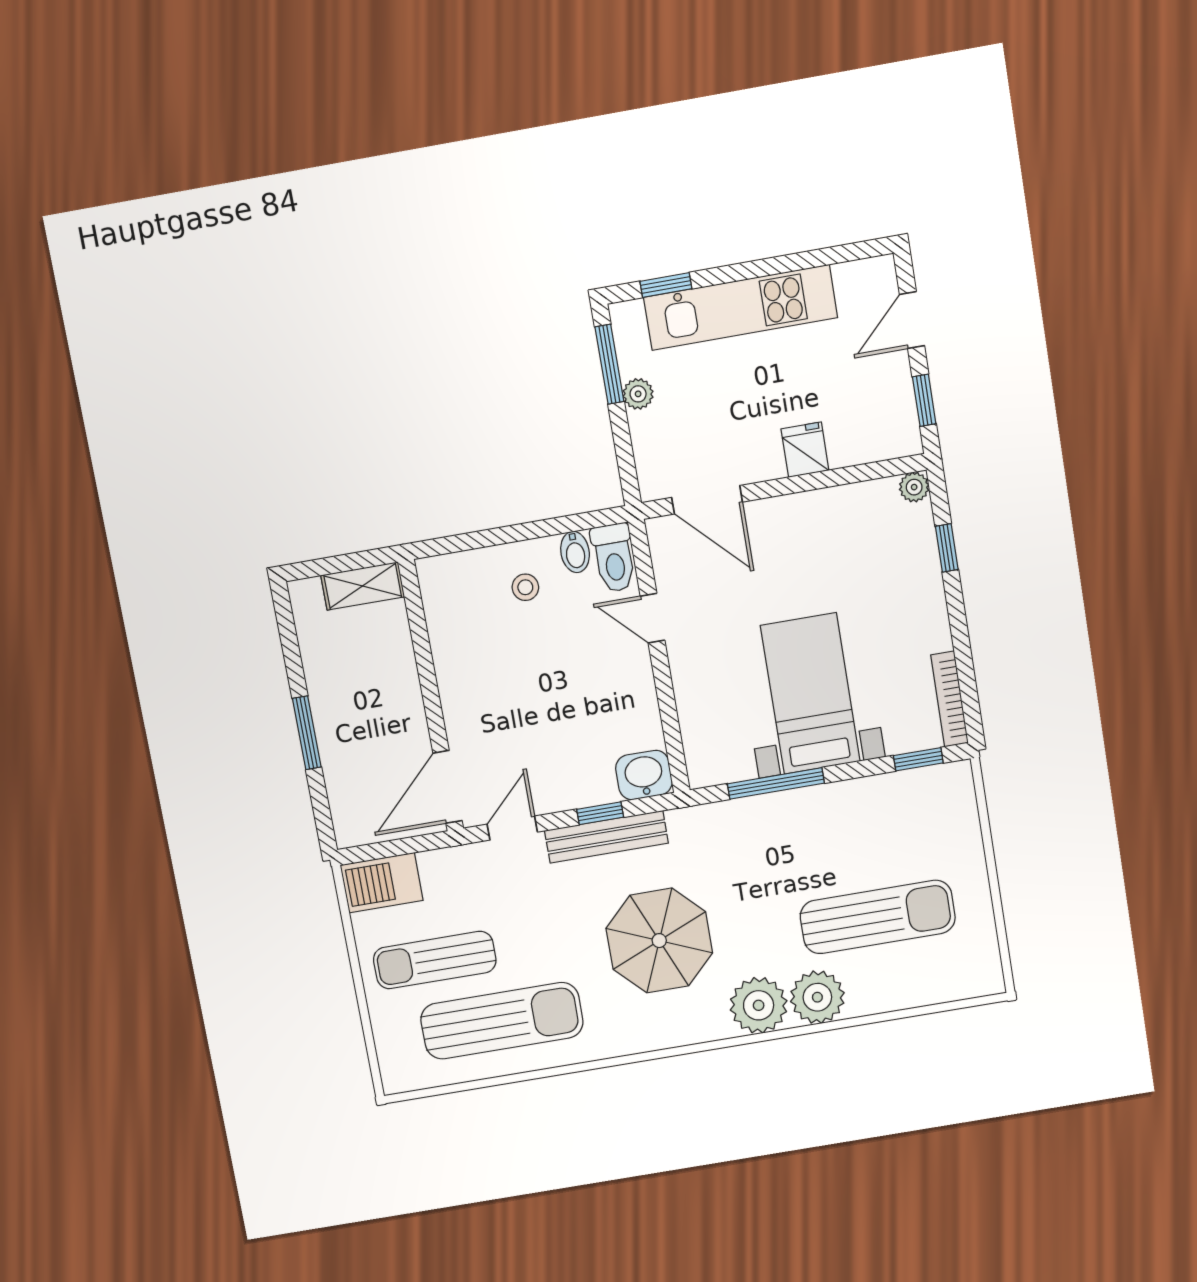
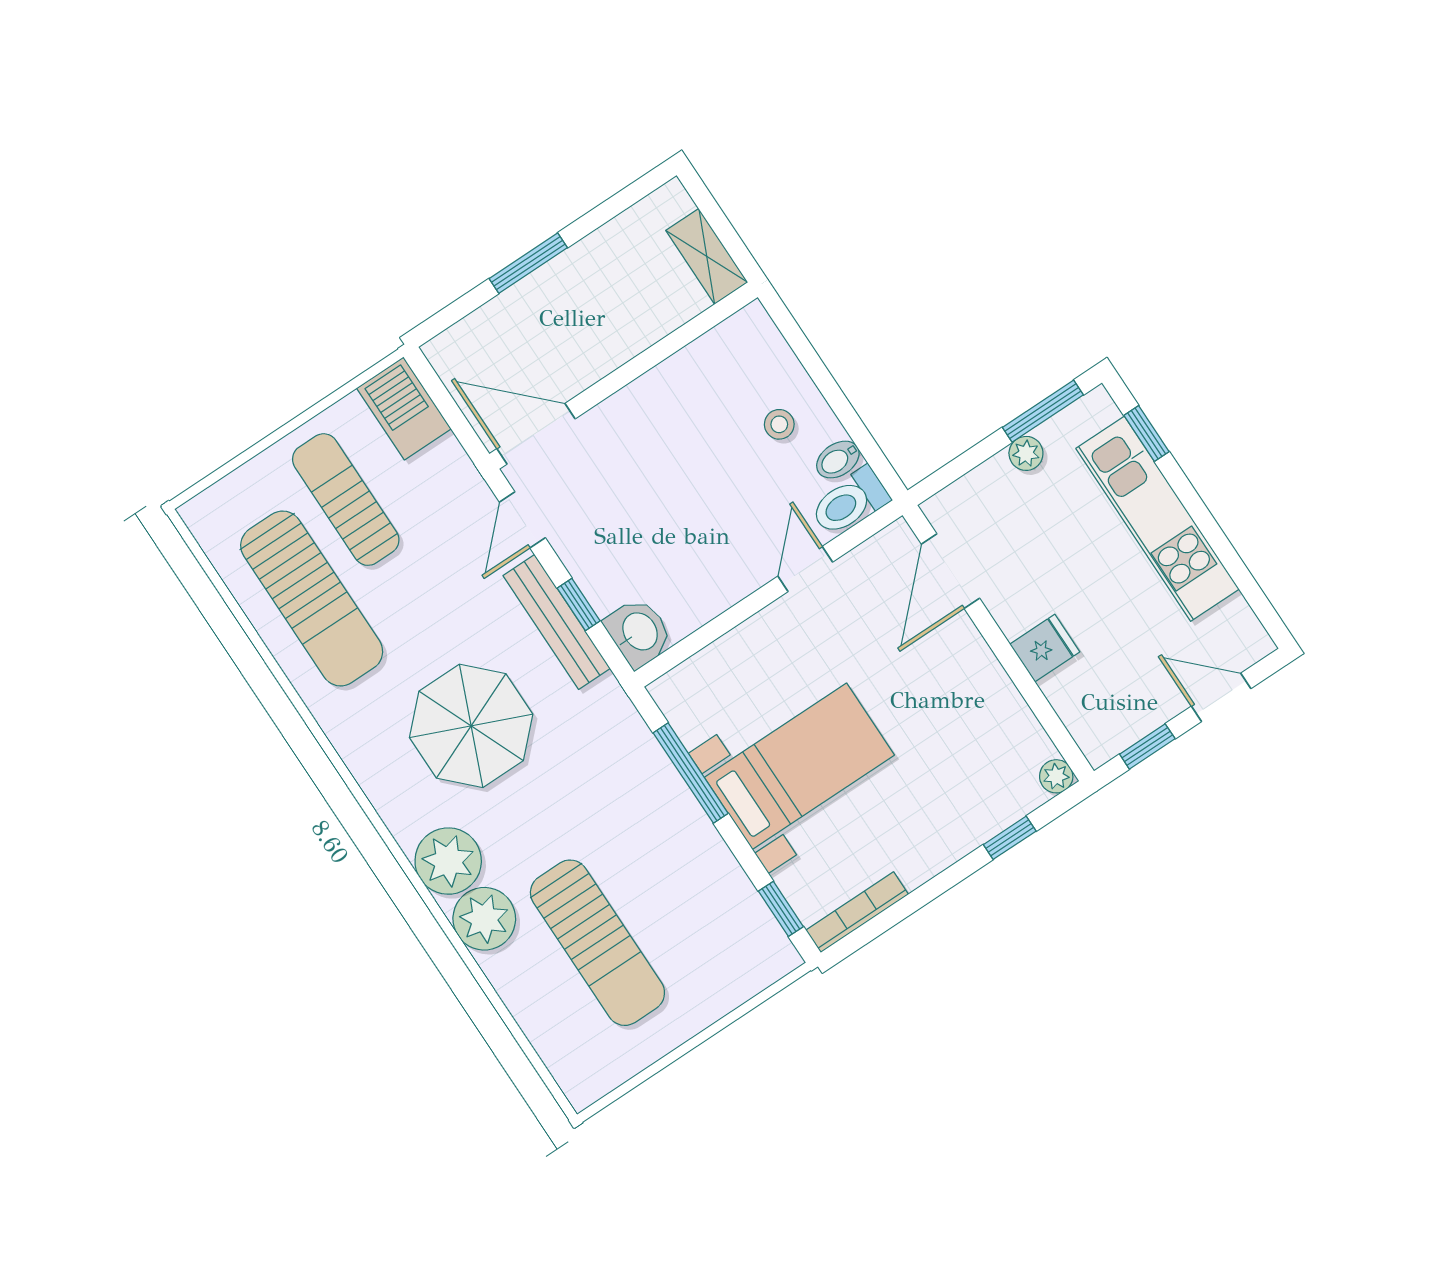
door: (512, 828) -> (522, 520), swing flipped

